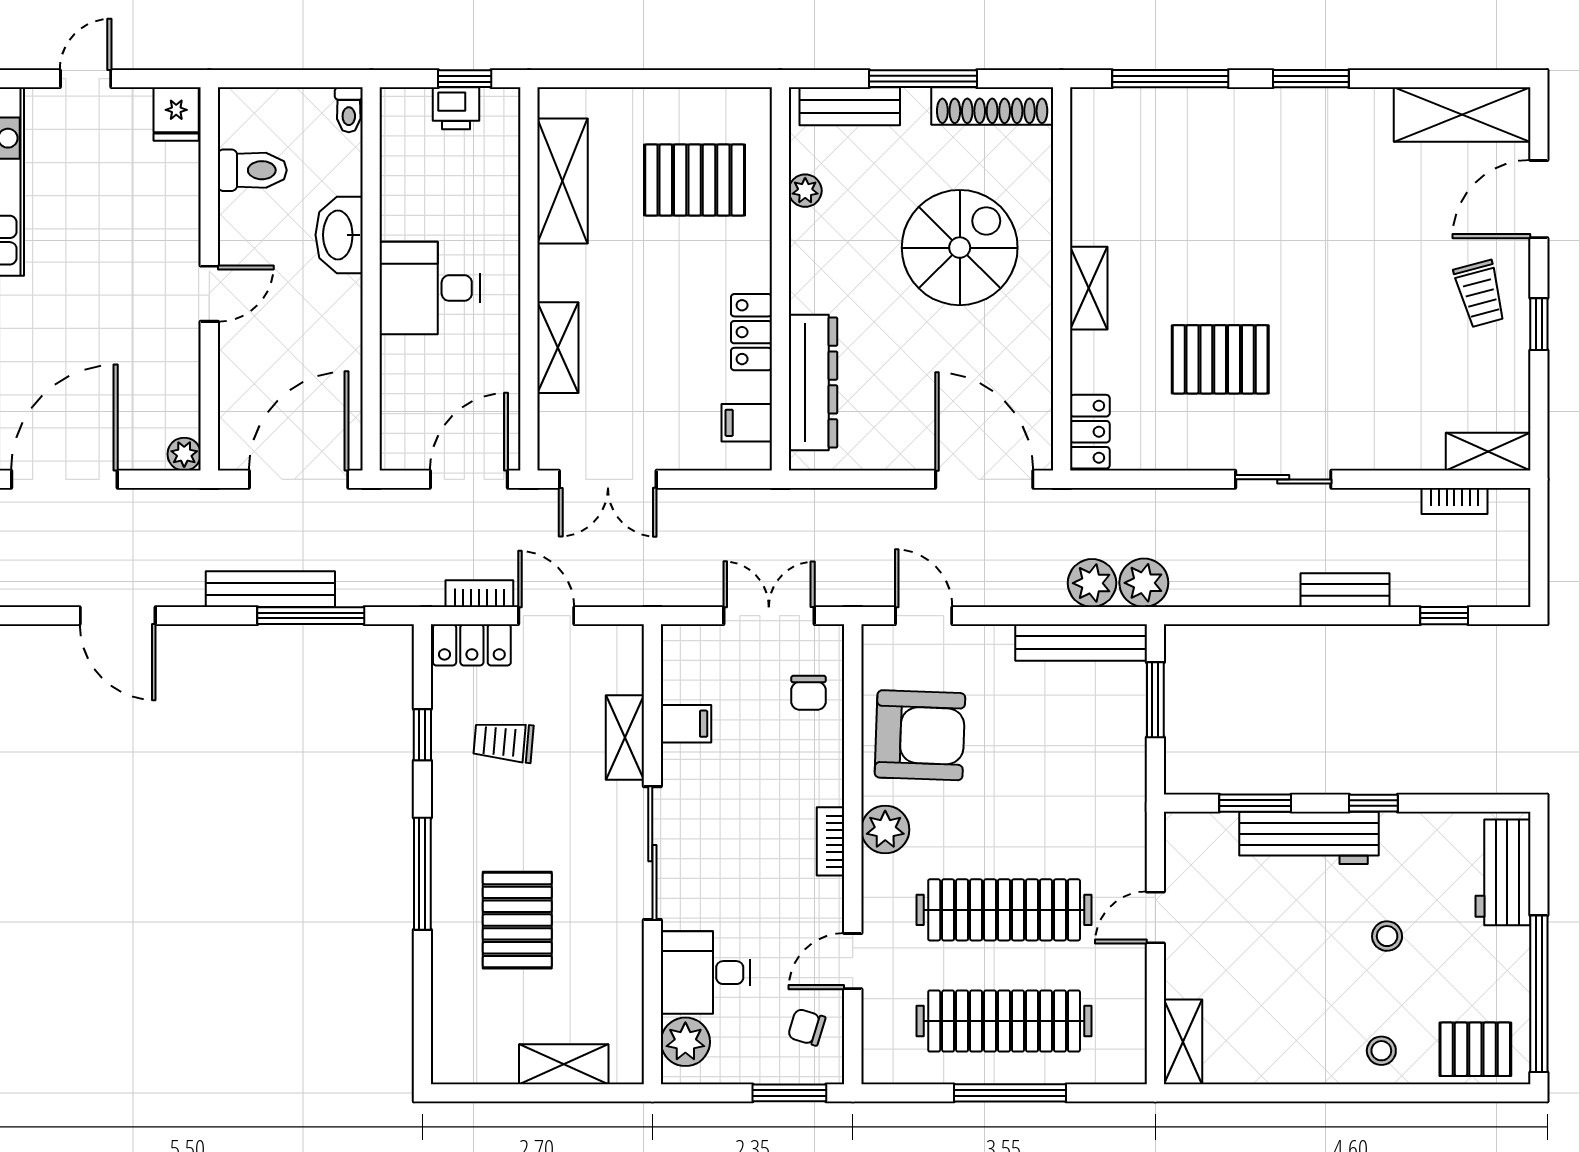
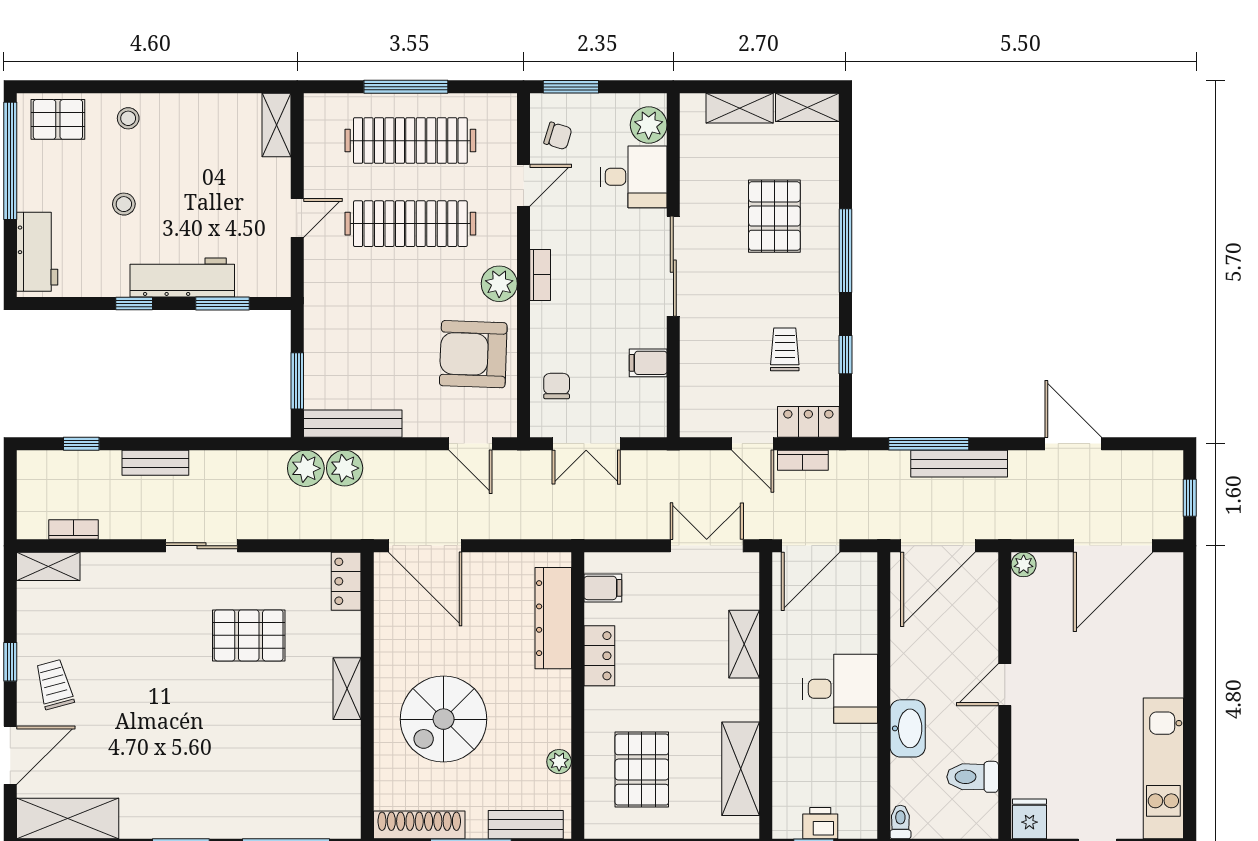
pallet: (695, 180) -> (642, 770), turned 90
shelving: (625, 738) -> (807, 107), moved, turned 90
trolley: (503, 742) -> (785, 349), turned -95

